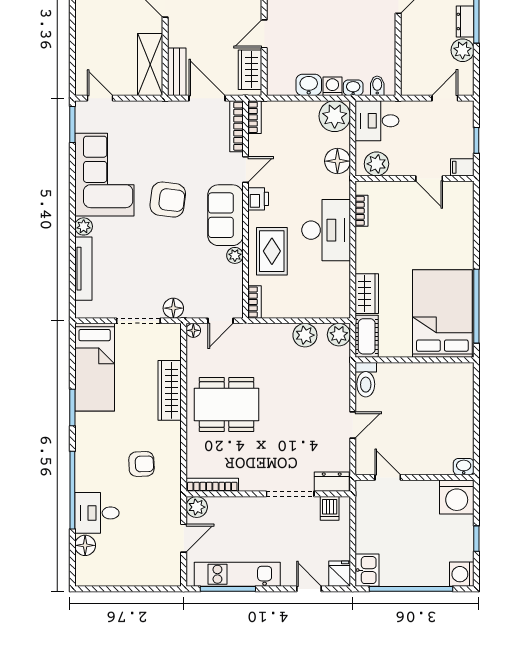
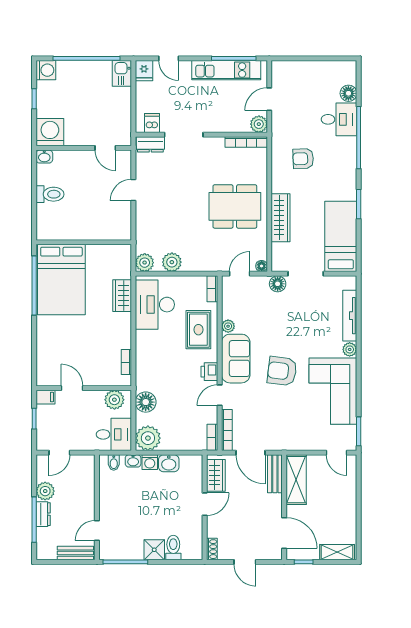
desk: (326, 230) -> (155, 305), moved
cot: (367, 336) -> (122, 261), removed
toilet: (366, 380) -> (50, 194), moved, turned 90

